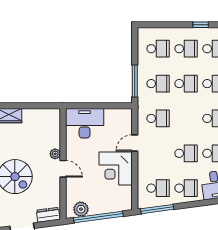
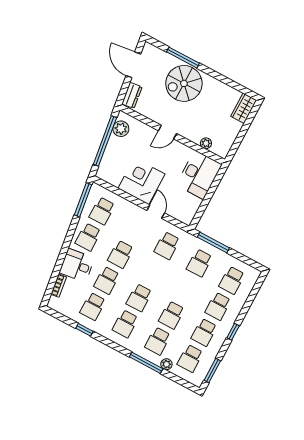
school desk: (186, 84) -> (186, 289), removed
plant: (55, 154) -> (206, 143), moved

